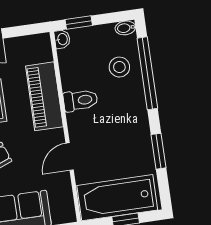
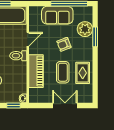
toilet: (80, 100) -> (18, 56), moved

